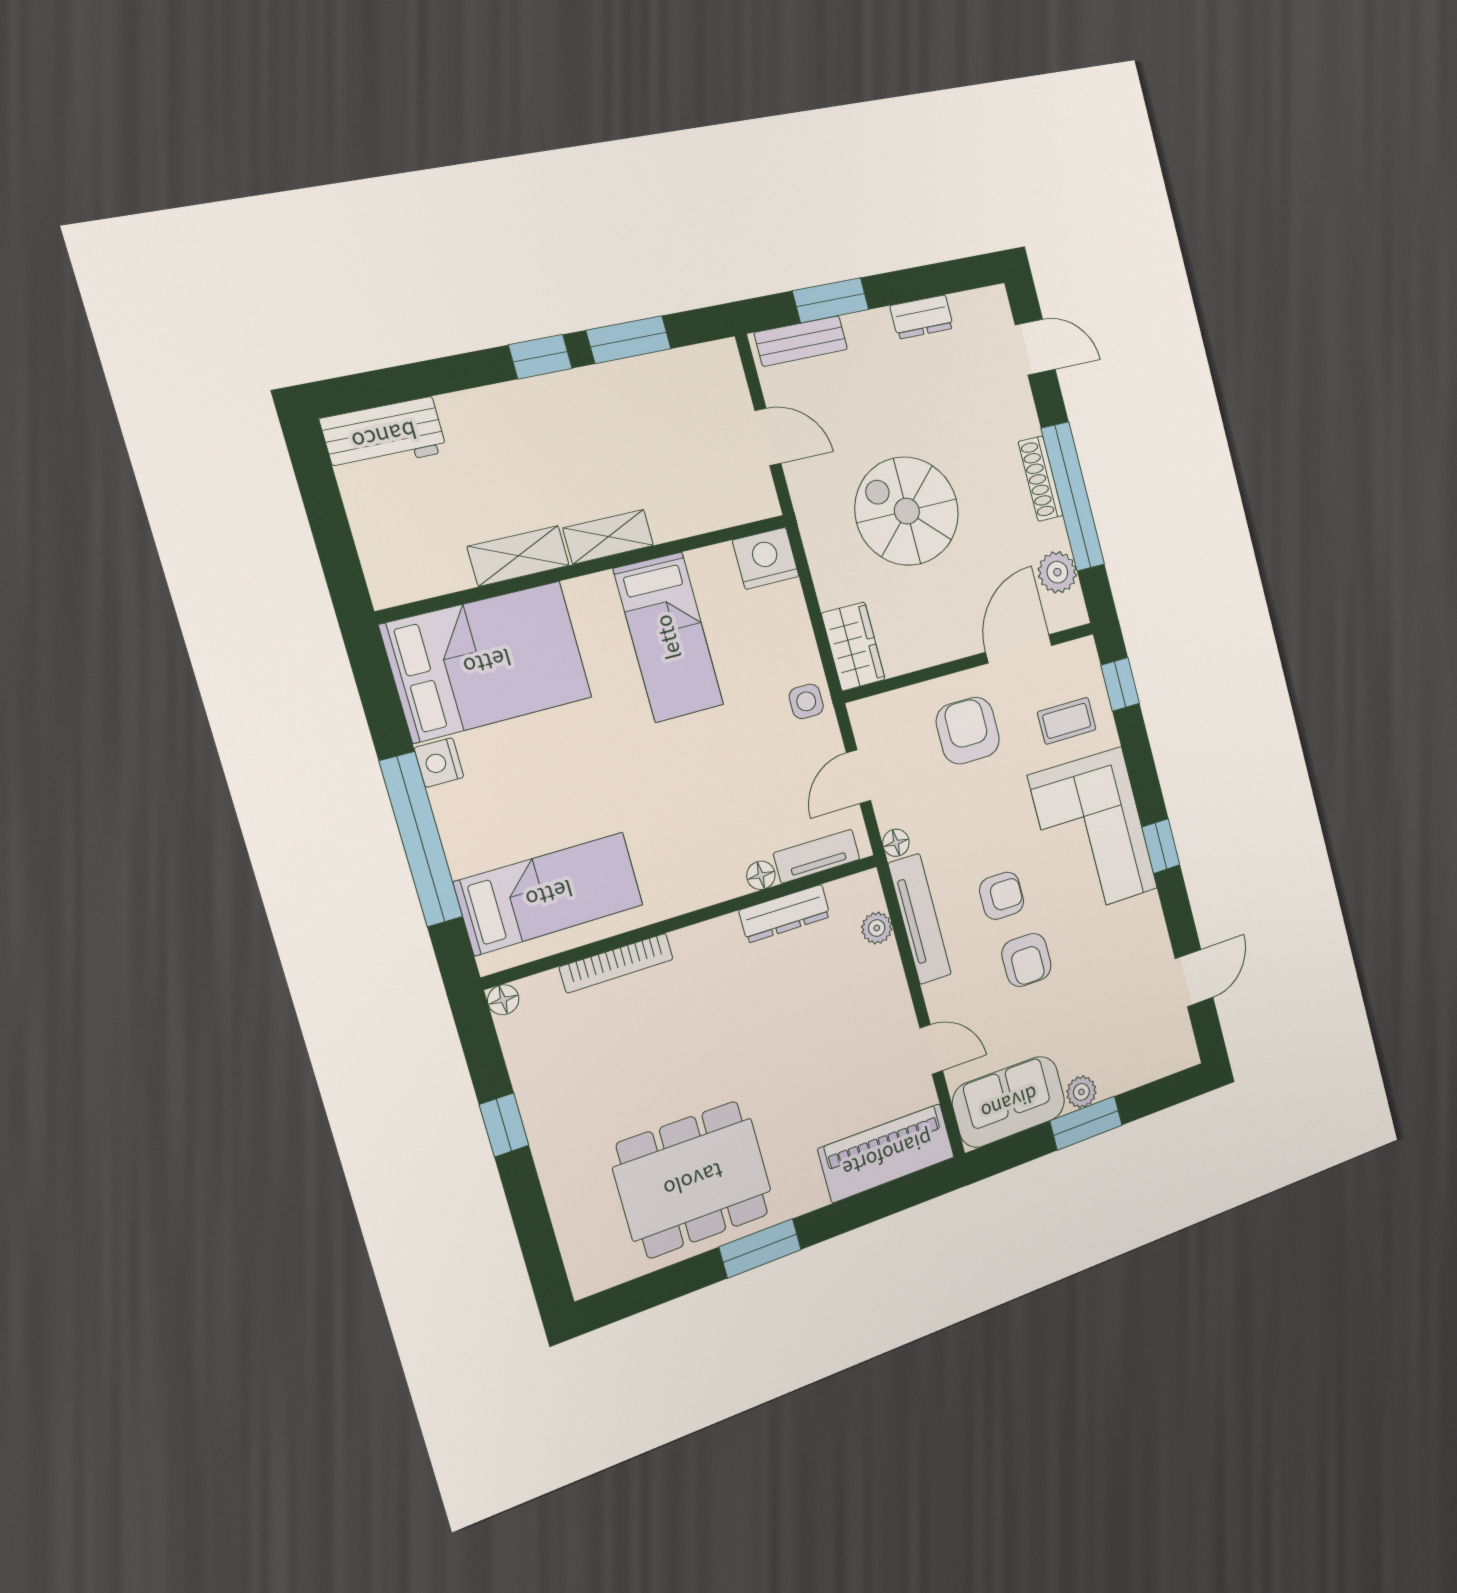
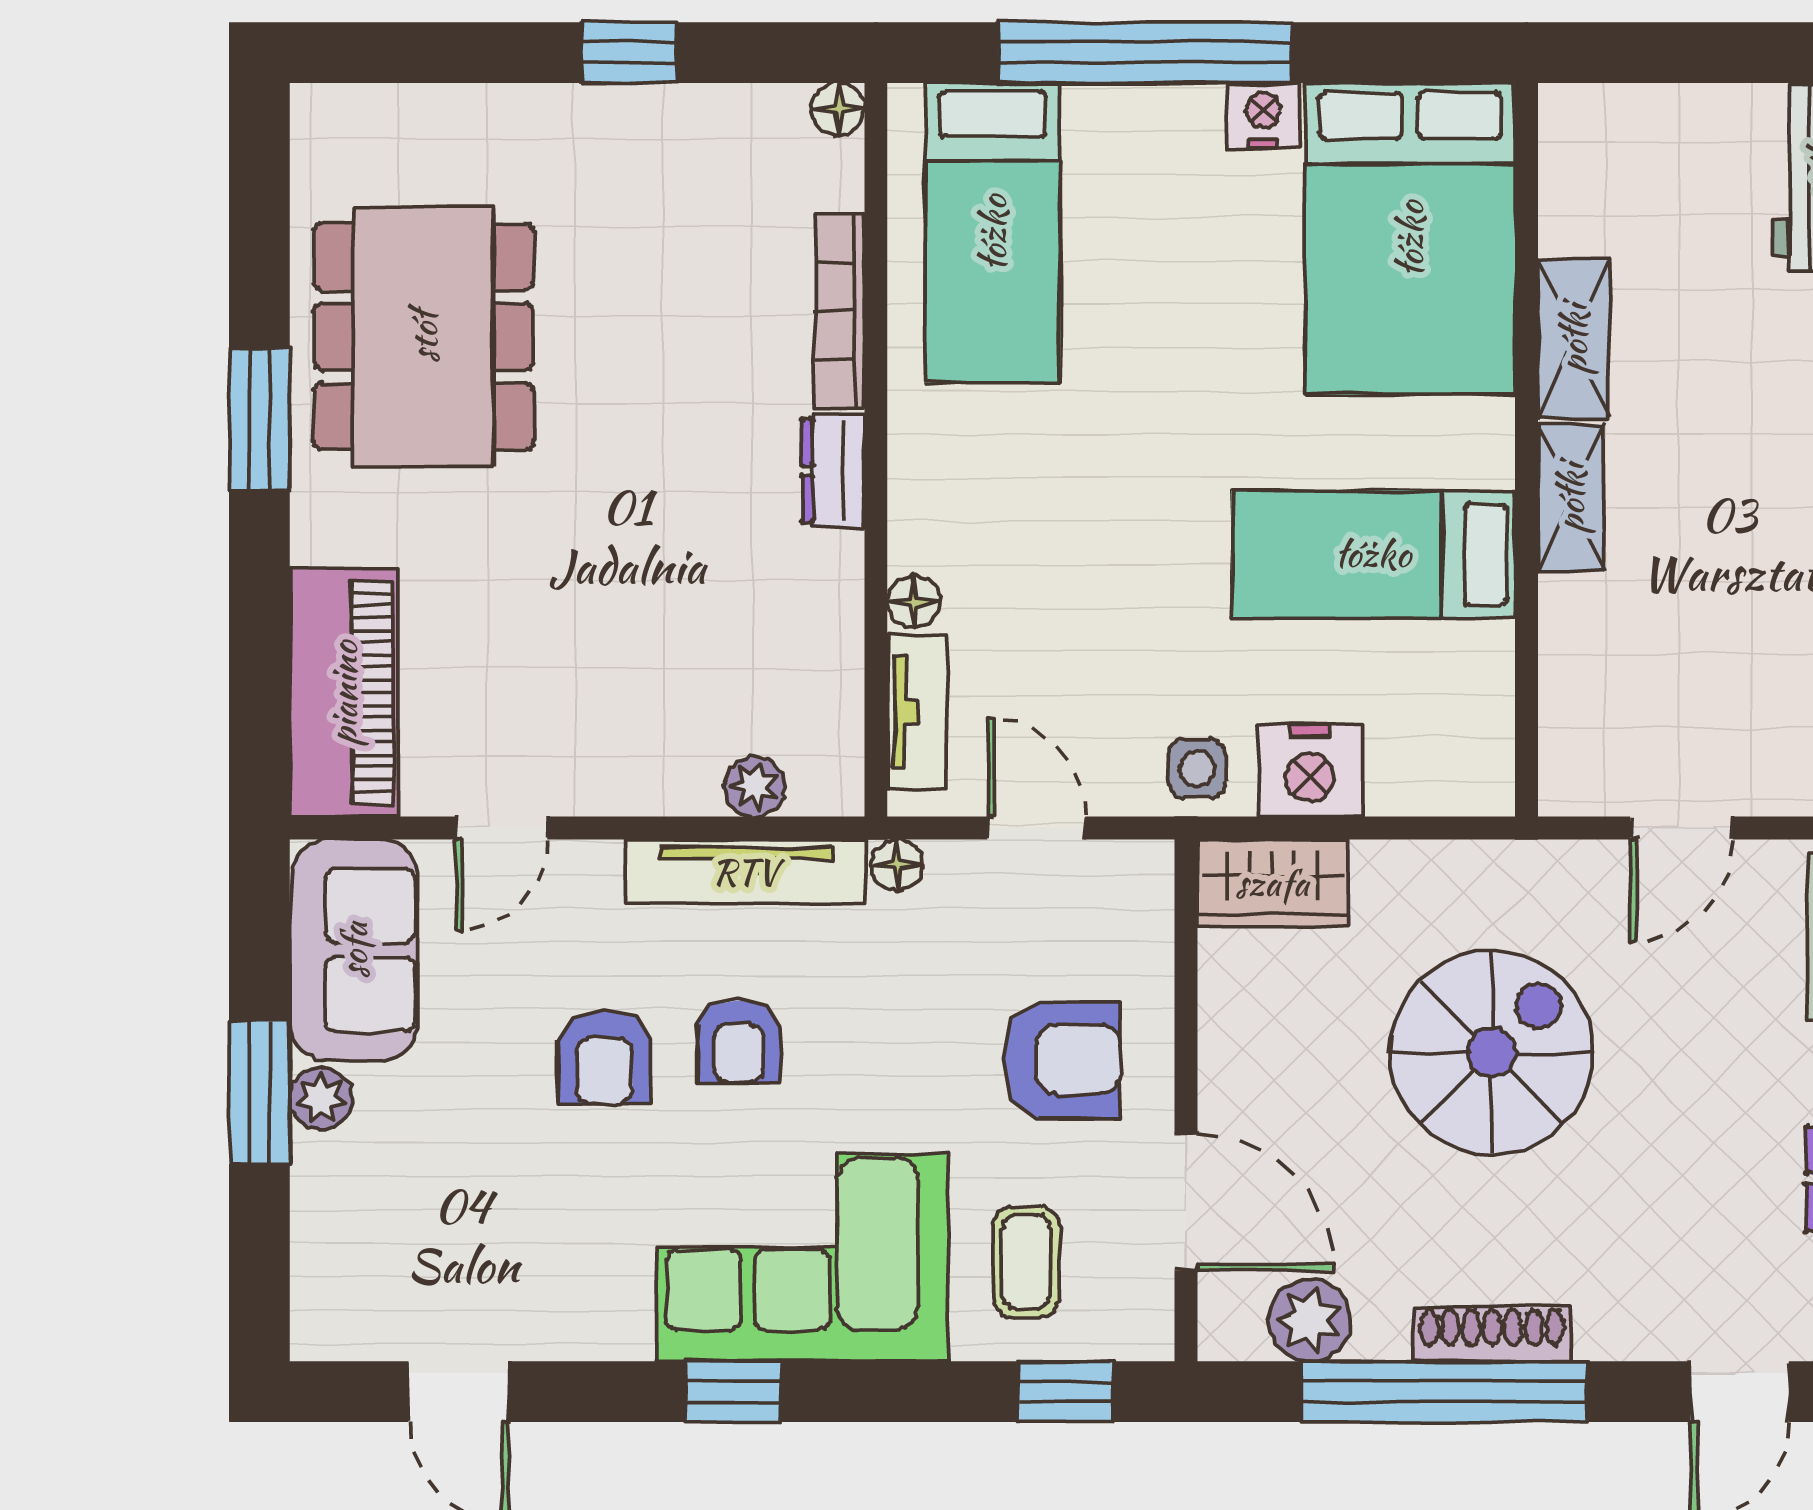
nightstand: (766, 558) -> (1310, 770), moved, turned 90
dresser: (785, 914) -> (833, 471), moved, width x0.70
armchair: (1026, 960) -> (604, 1058), turned -90

